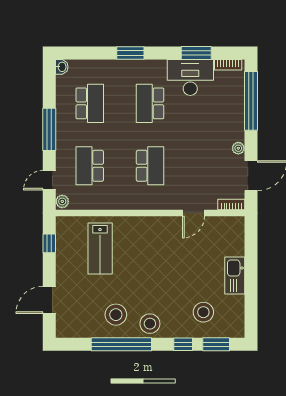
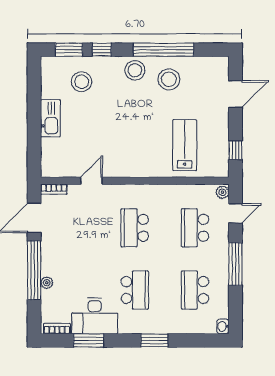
window: (251, 101) -> (34, 270), moved
plant: (238, 148) -> (47, 283), moved
school desk: (90, 166) -> (195, 228), turned 180

